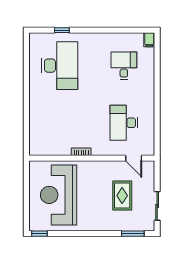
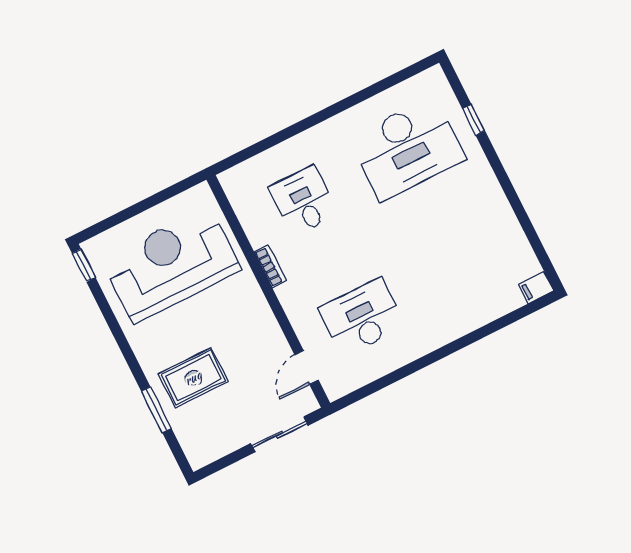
desk: (124, 66) -> (303, 201), moved, turned -90
rug: (122, 196) -> (193, 378), moved
sliding door: (157, 206) -> (279, 434), moved
window: (133, 234) -> (156, 410), moved

